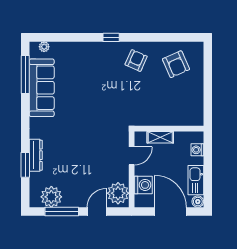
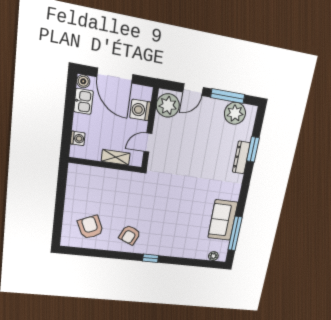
sofa: (42, 88) -> (223, 220), width x0.73
kitchen sink: (196, 180) -> (83, 101), width x0.73

